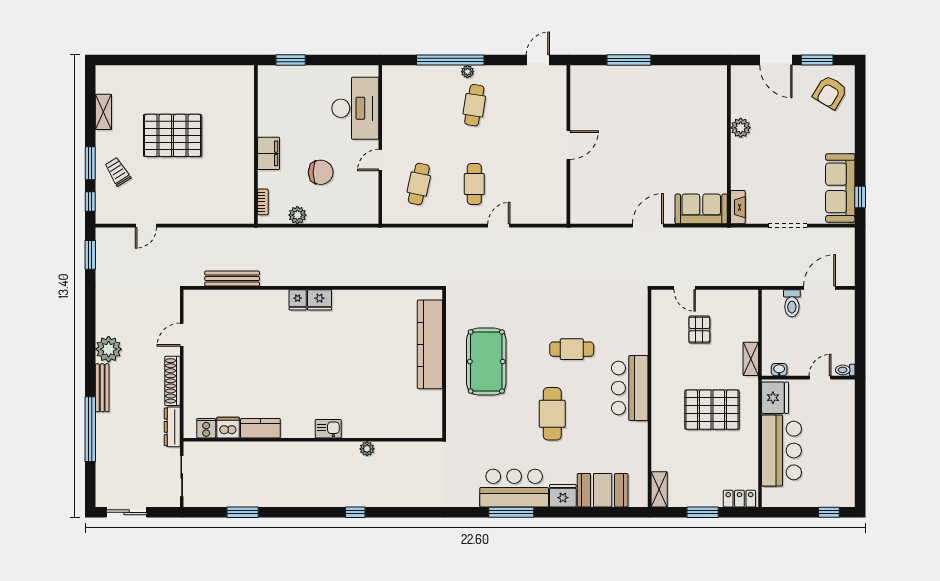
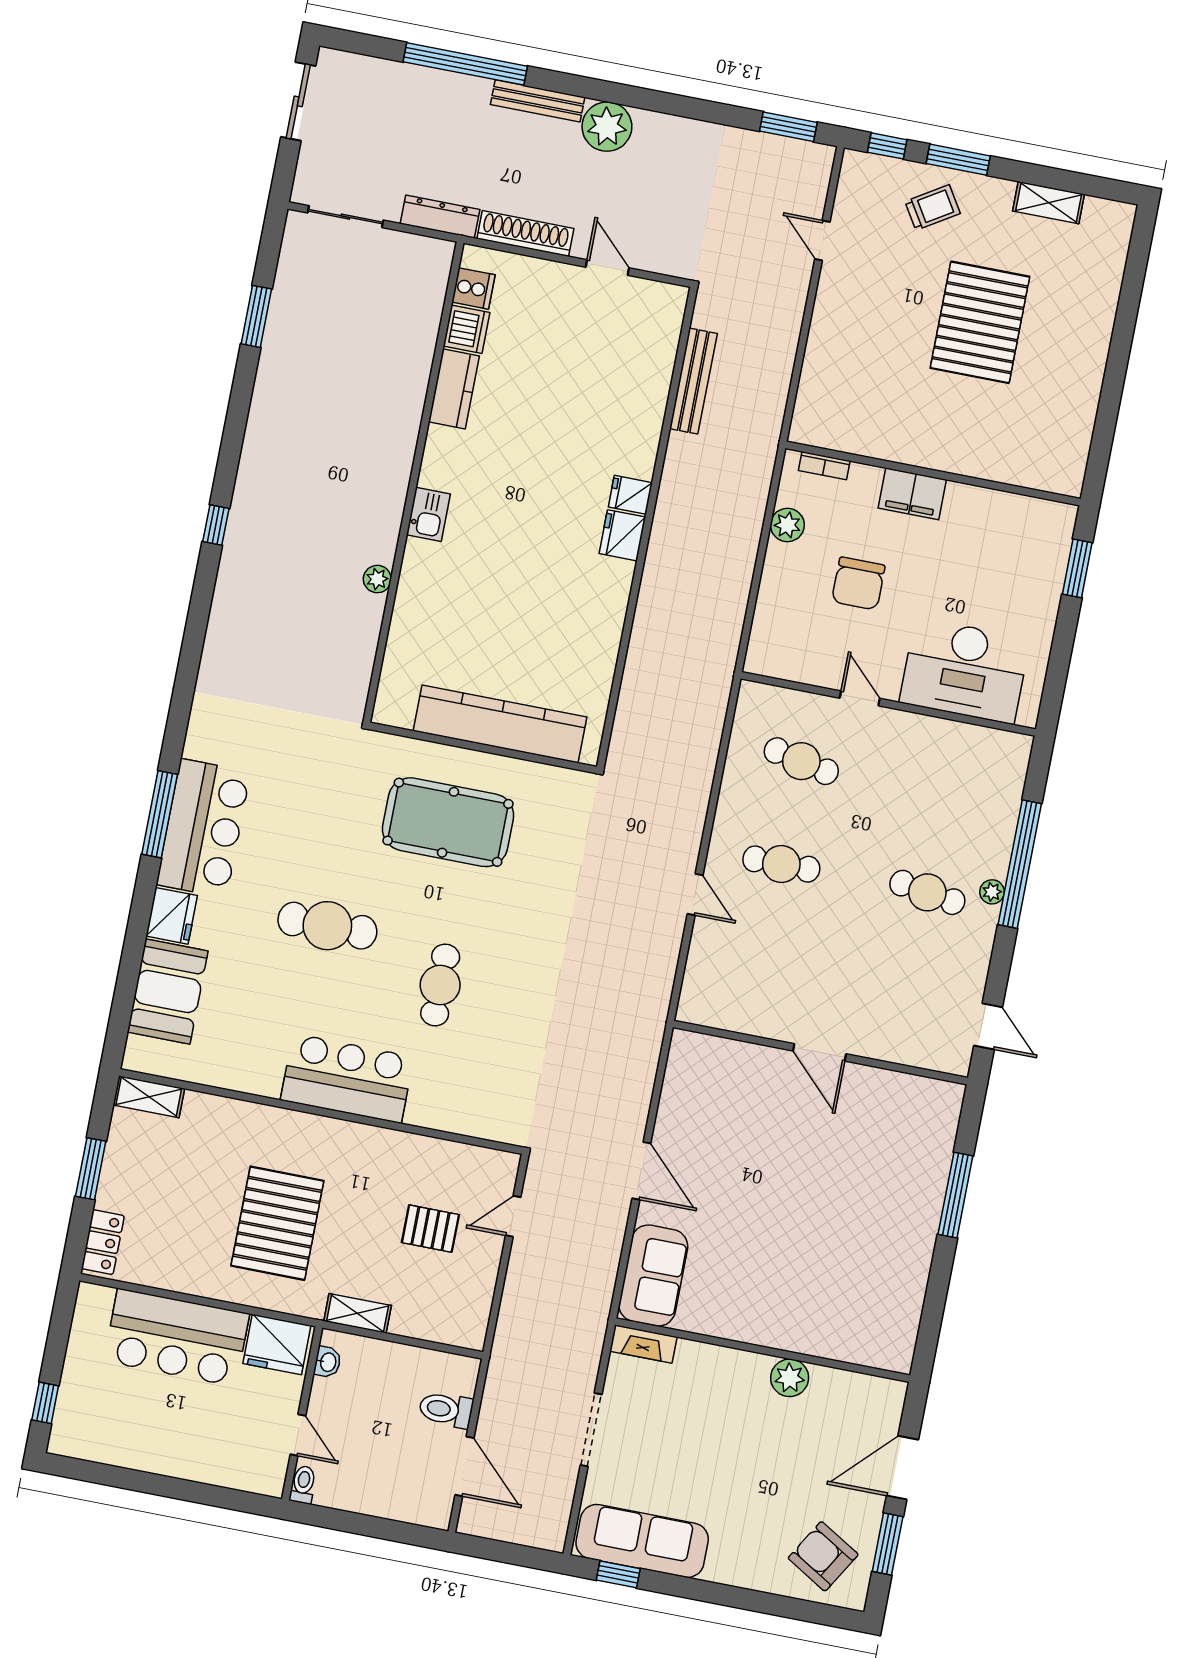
cooker: (206, 428) -> (473, 288), moved
dishwasher: (228, 428) -> (467, 329), moved
kitchen counter: (260, 428) -> (454, 389), moved
kitchen sink: (328, 429) -> (428, 514), moved
wall: (313, 440) -> (413, 482), moved
plant: (367, 449) -> (377, 579), moved

